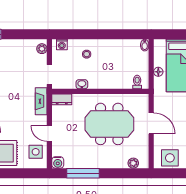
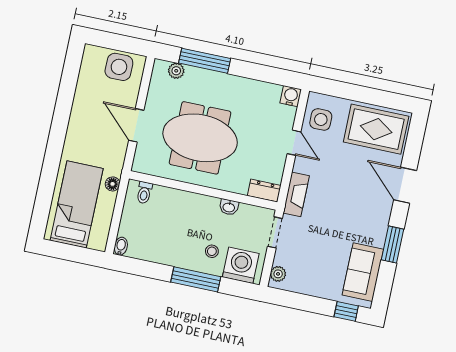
window: (93, 34) -> (196, 279), added
washing machine: (62, 44) -> (241, 265), width x1.89, depth x1.89
floor lamp: (158, 72) -> (113, 184), moved
window: (83, 173) -> (205, 61), moved

